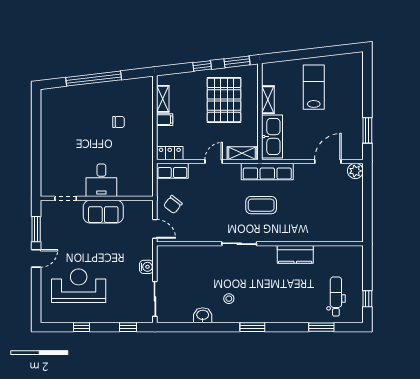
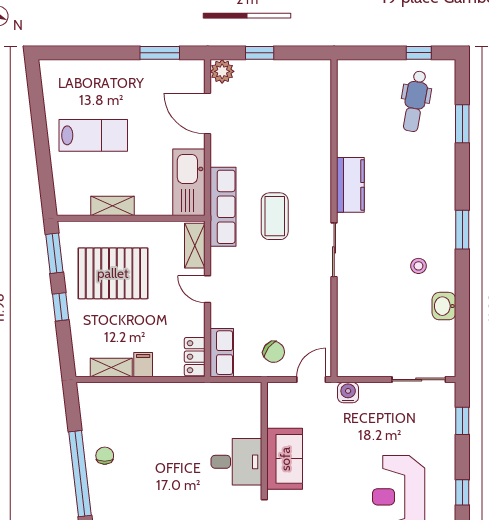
lab bench: (314, 87) -> (93, 135), turned 180
chair: (118, 122) -> (105, 456), moved
kitchen sink: (272, 137) -> (189, 182), moved, turned -90
window: (367, 195) -> (260, 53), added
kitchen counter: (295, 254) -> (350, 185), moved
water cooler: (146, 267) -> (348, 393), moved
dental chair: (336, 297) -> (415, 101), turned -80

